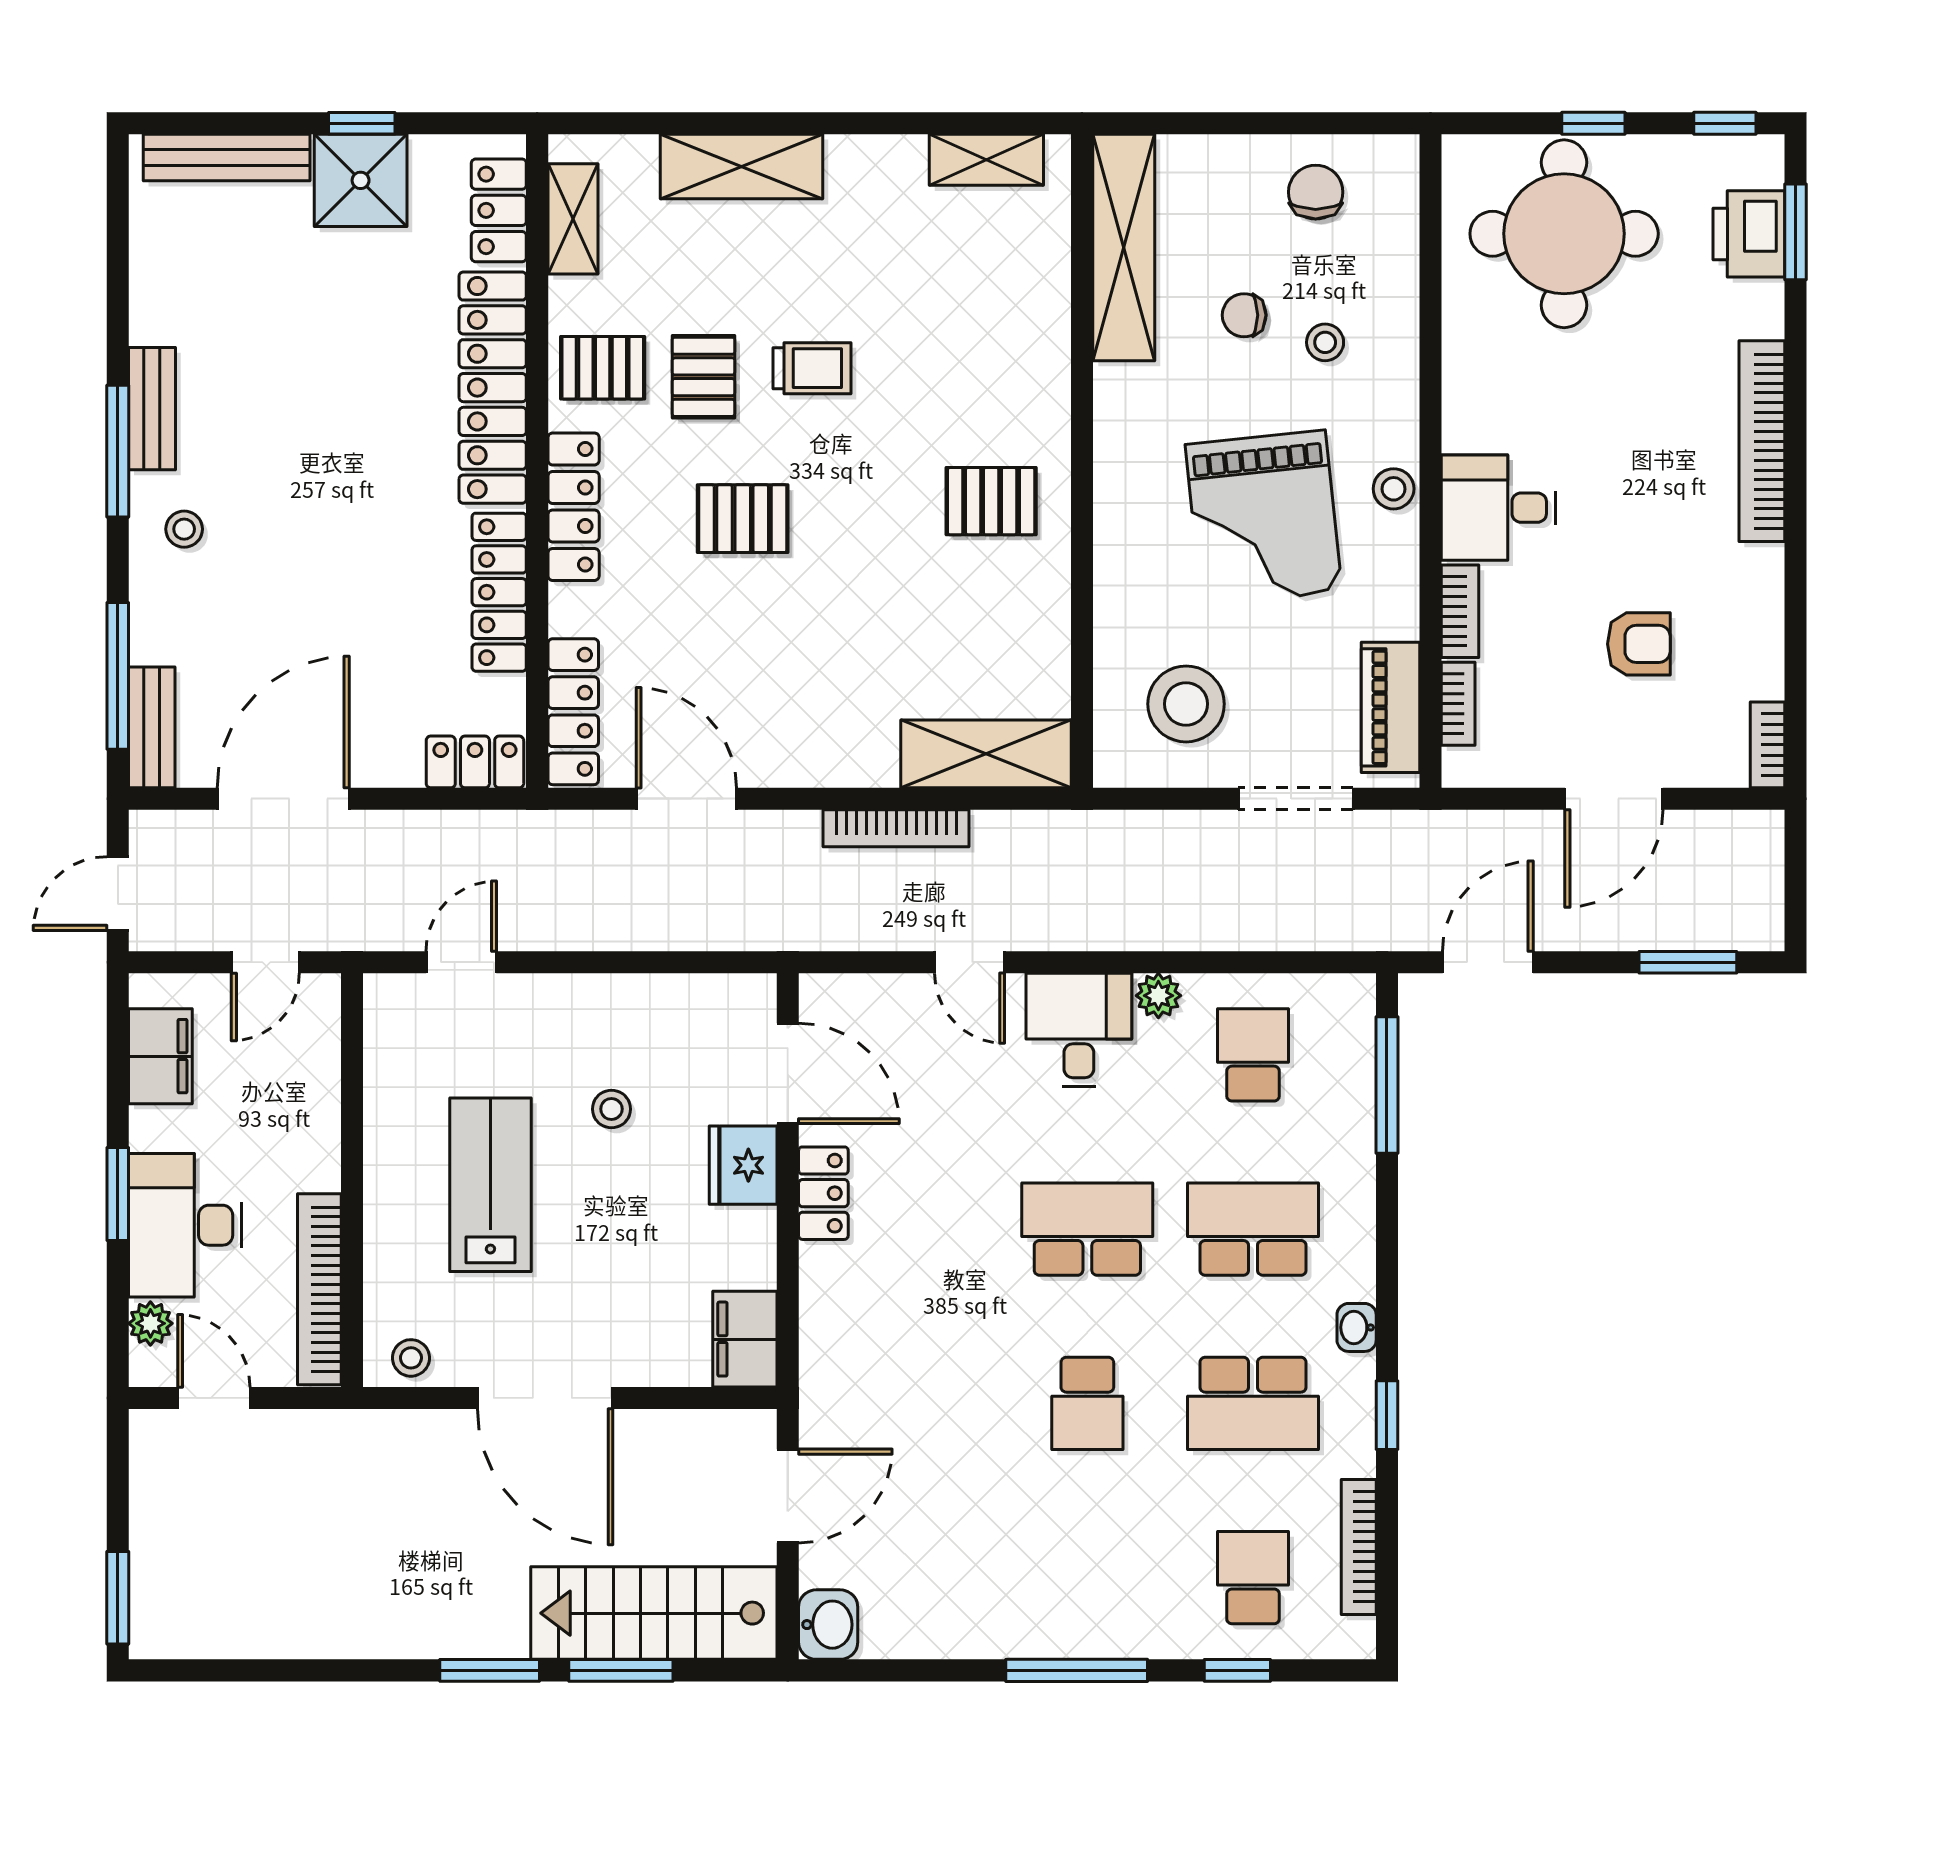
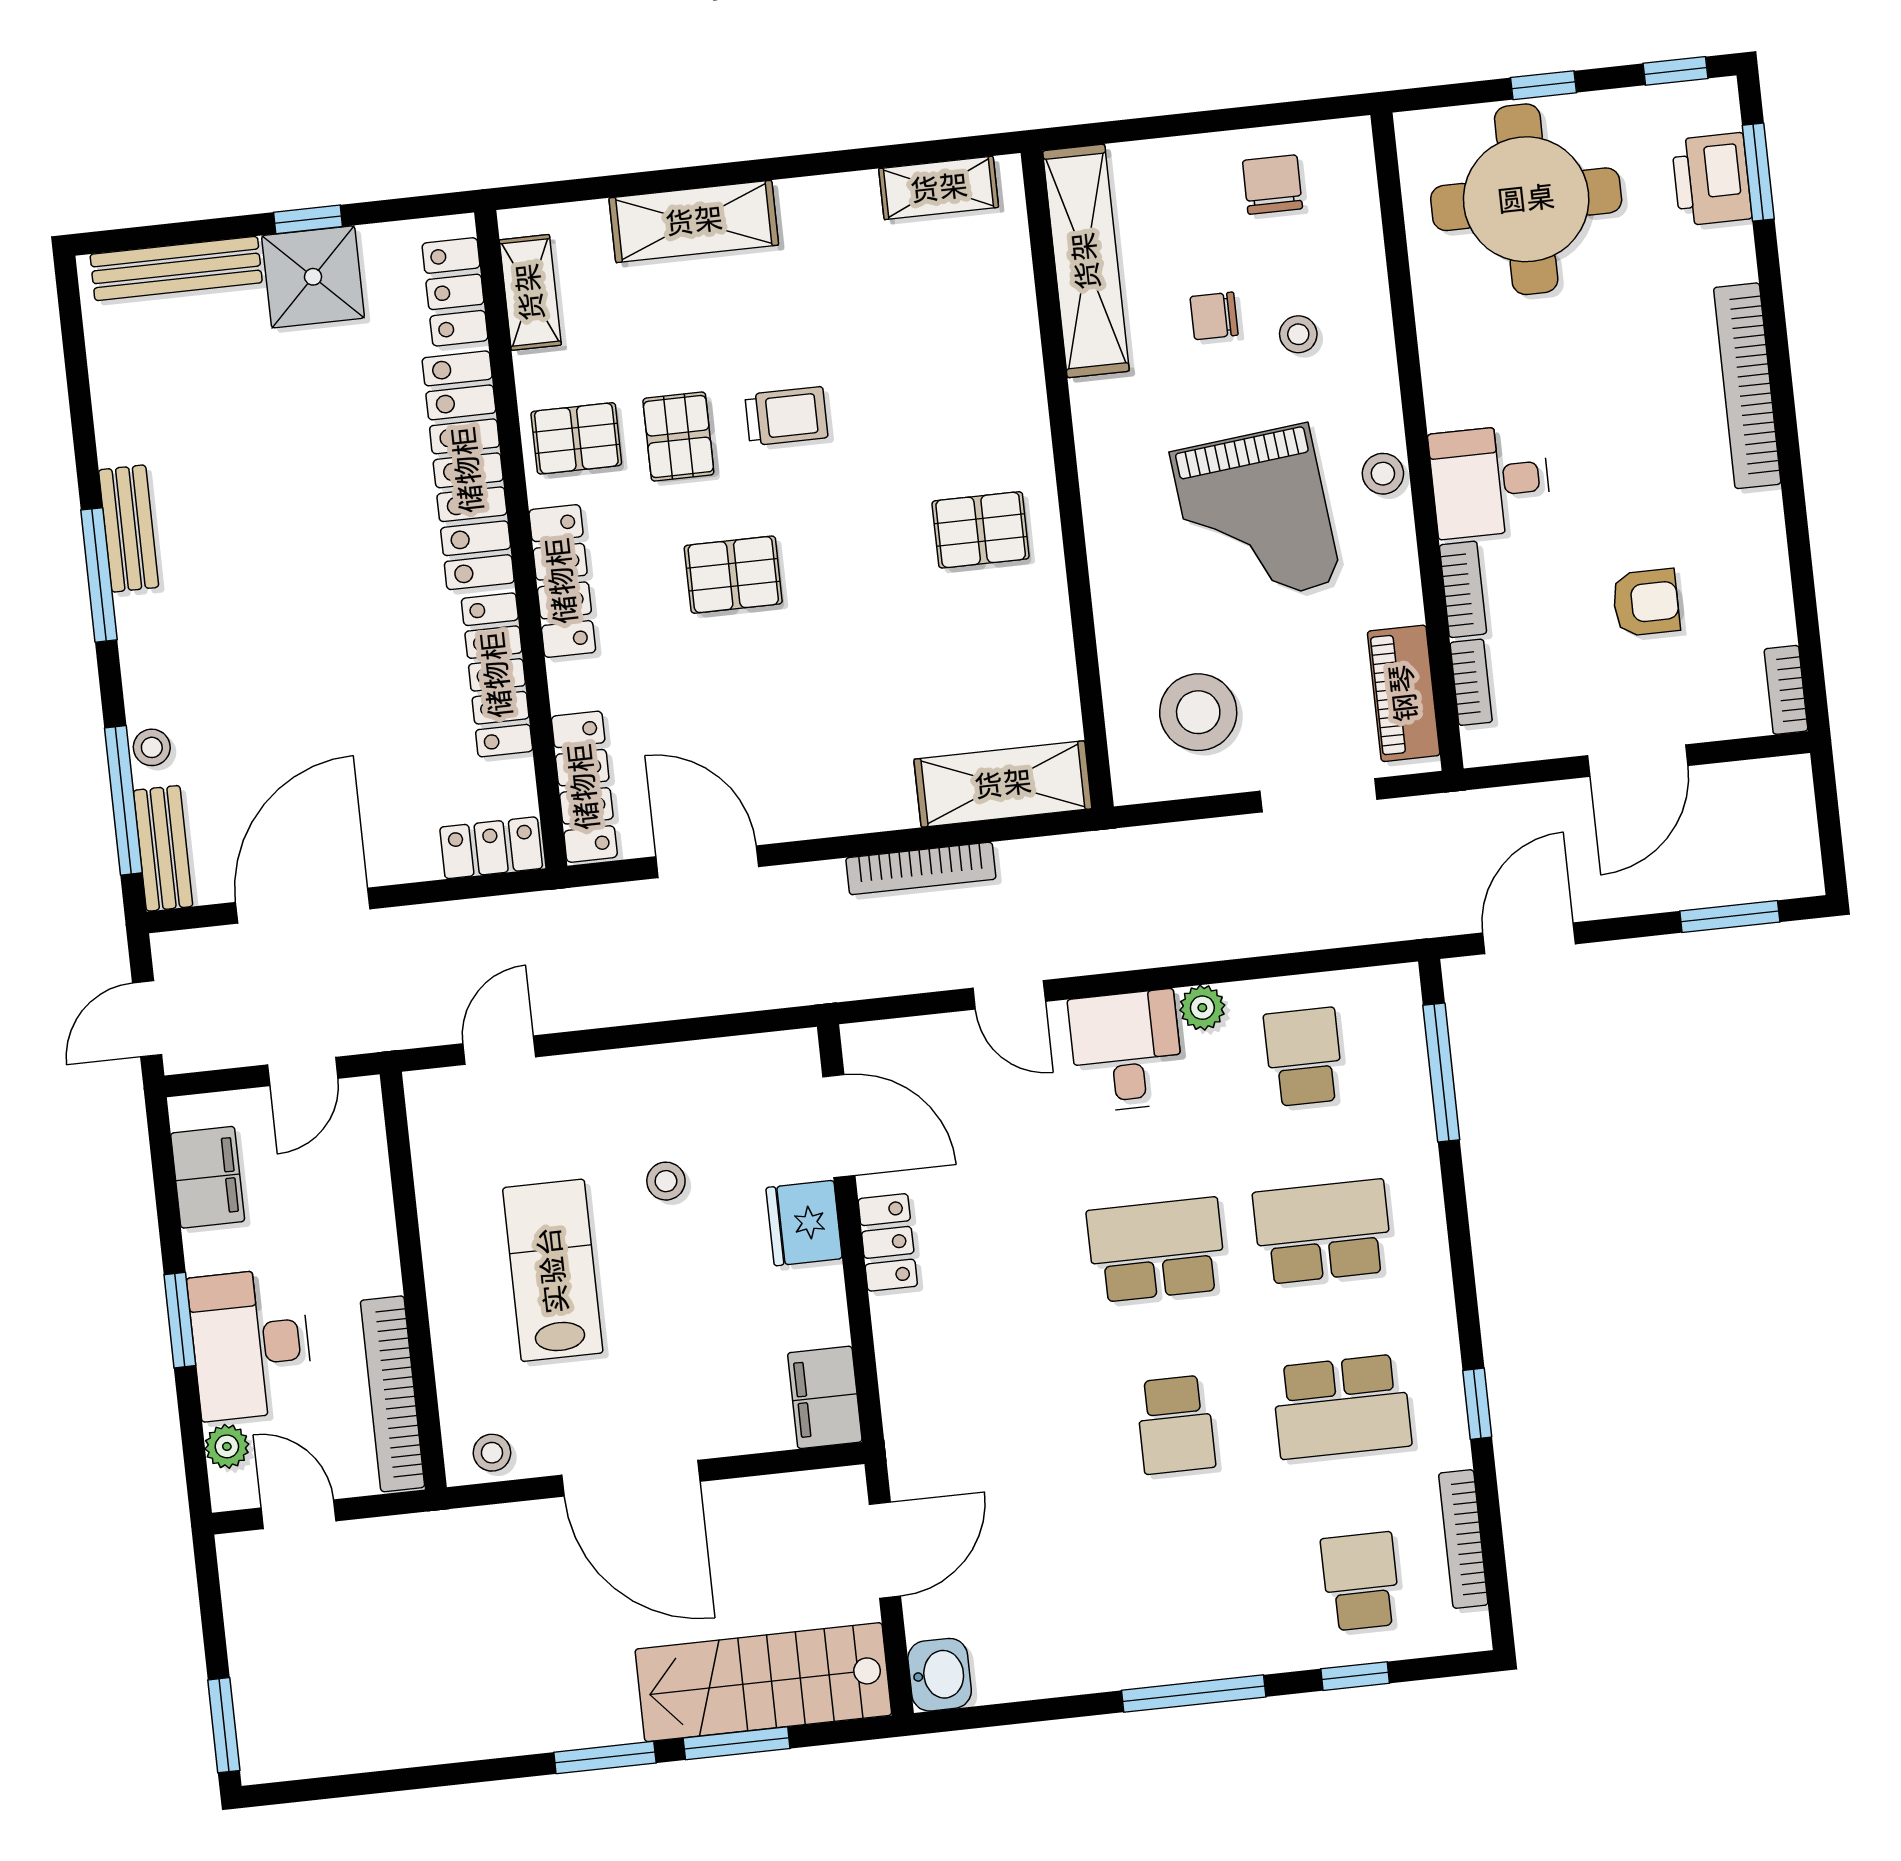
stool: (184, 529) -> (152, 747), moved
washbasin: (1357, 1327) -> (1437, 1319), removed

